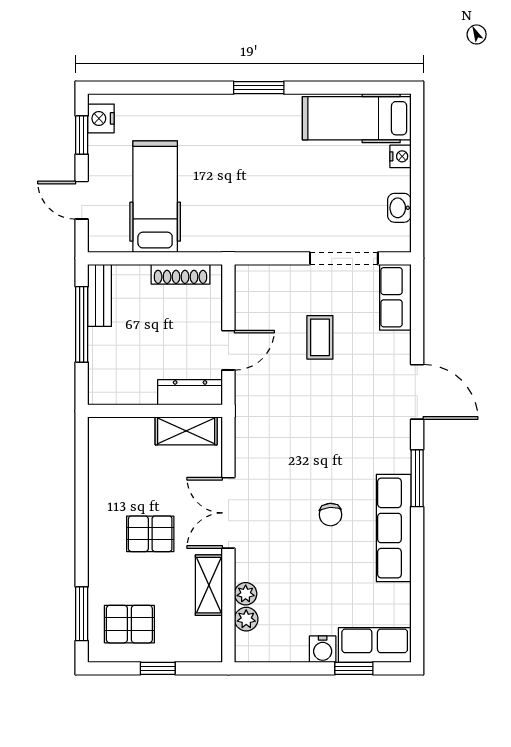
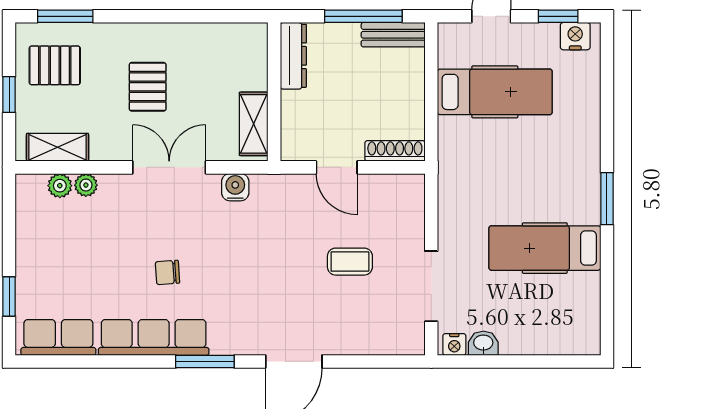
hospital bed: (357, 118) -> (545, 248), moved, turned -90
nightstand: (400, 156) -> (454, 344), moved
shoe rack: (181, 274) -> (395, 151), moved, turned 90
row of seats: (395, 297) -> (391, 339), removed
dresser: (190, 392) -> (293, 56), moved
shelving: (209, 585) -> (58, 147), moved
pallet: (129, 624) -> (55, 65), turned 90
row of seats: (375, 645) -> (58, 337), moved, turned -90
water cooler: (323, 649) -> (235, 187), moved, turned 90

